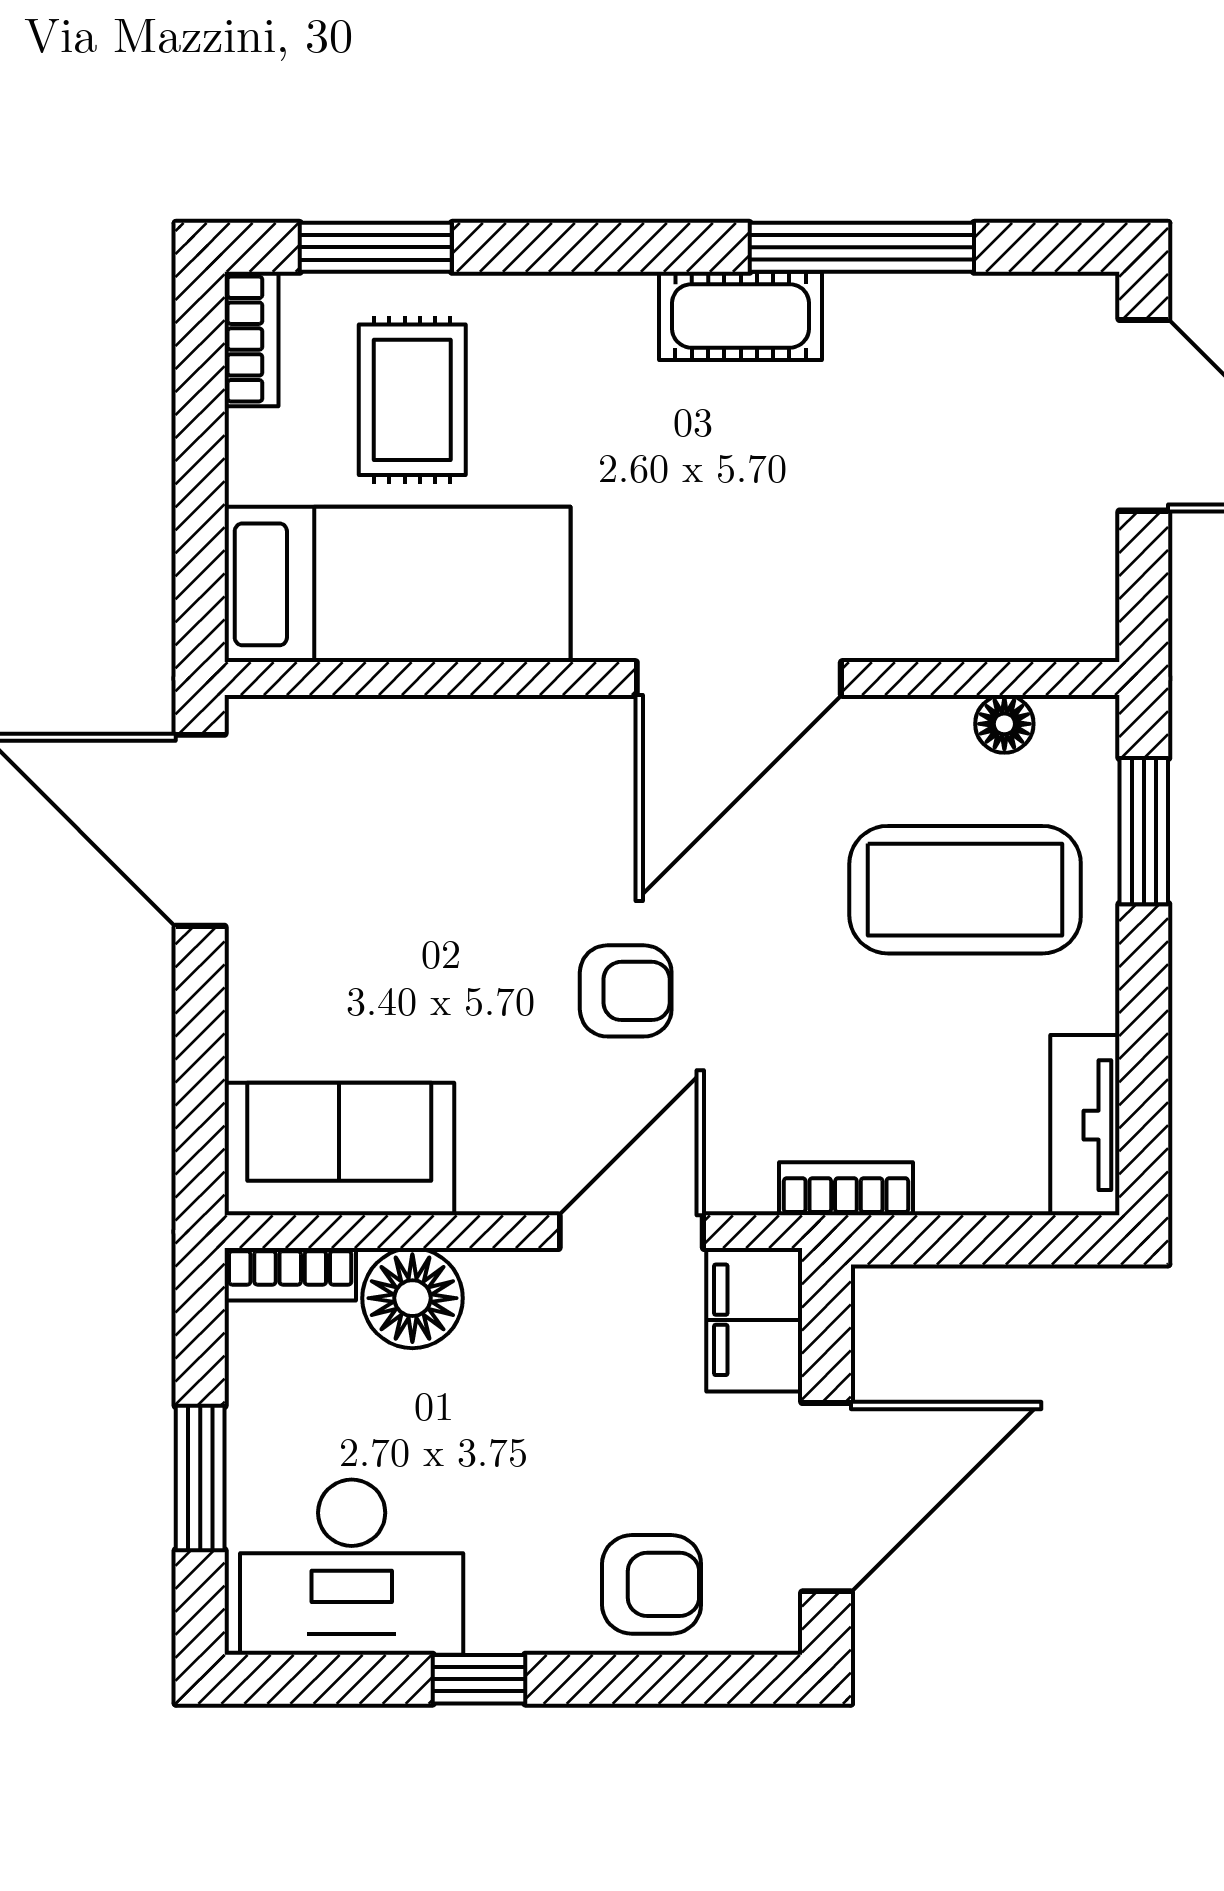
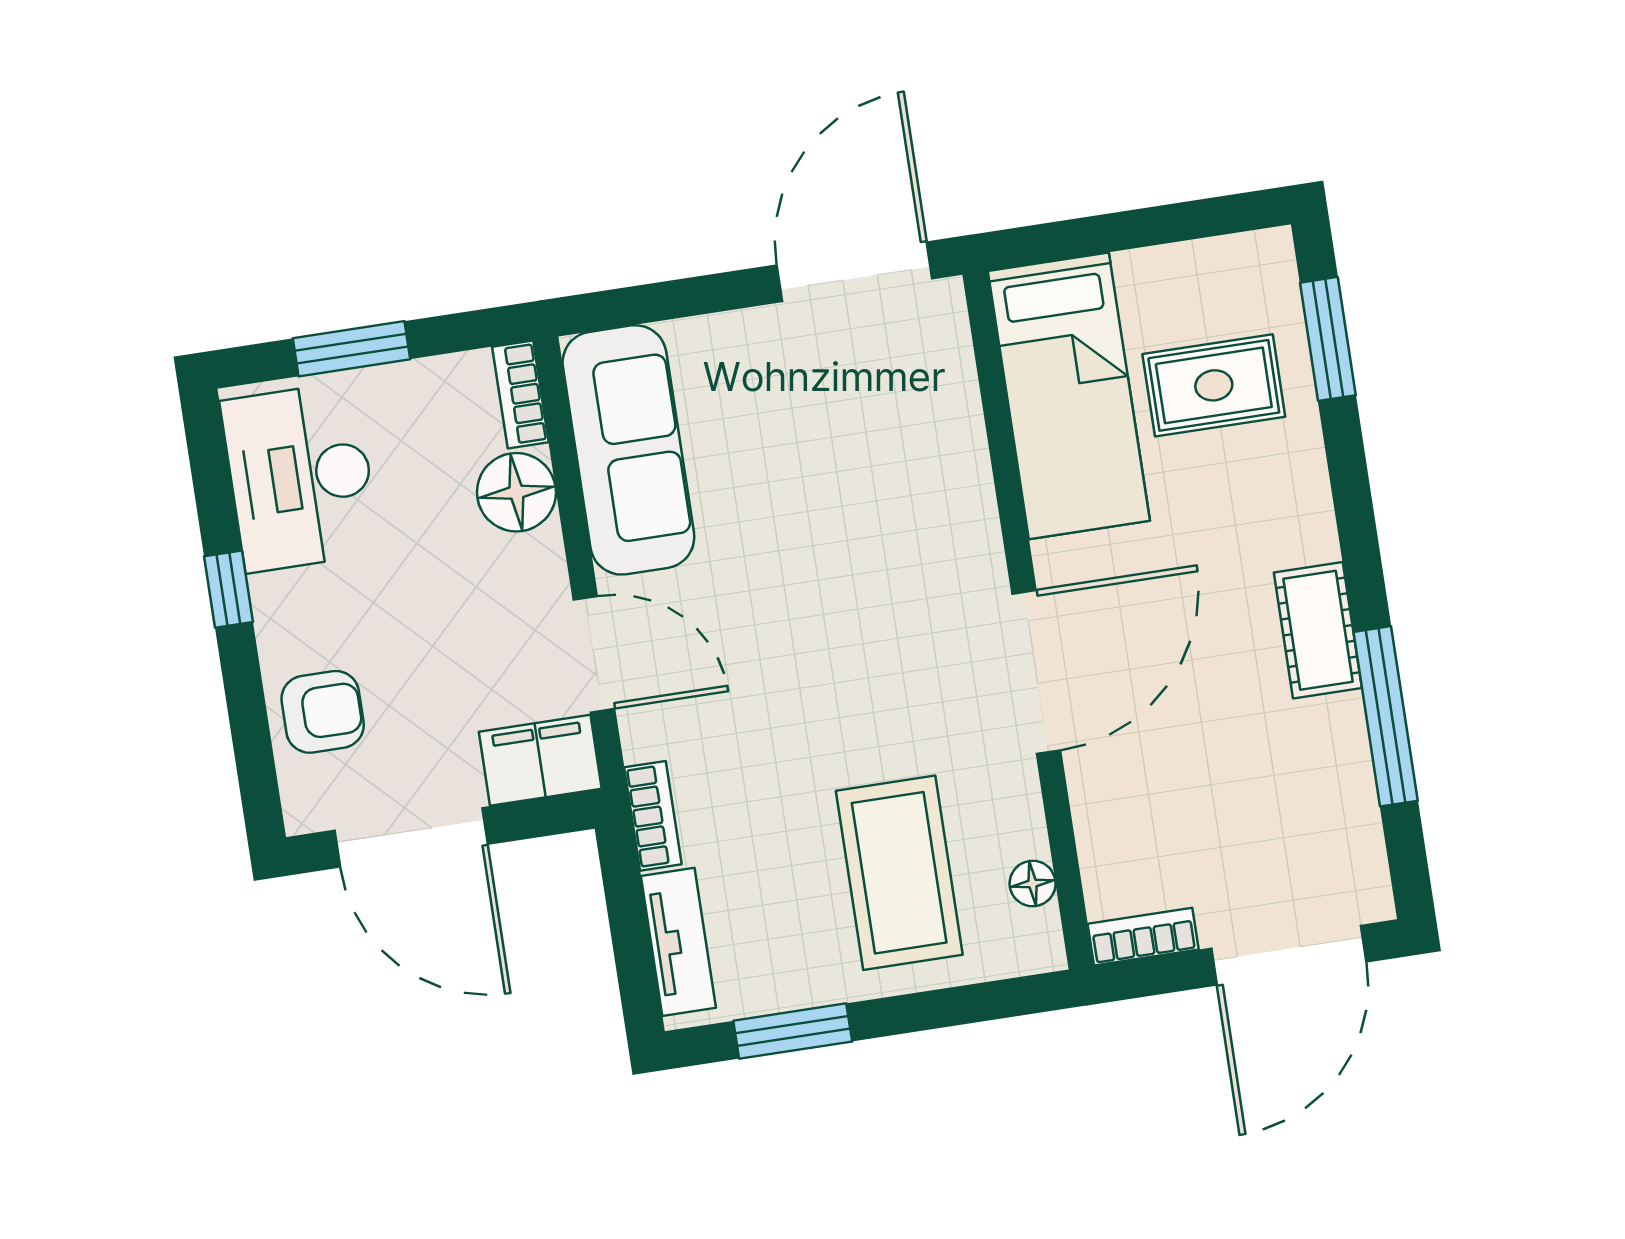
bookcase: (251, 339) -> (1143, 937), moved, turned 180
door: (739, 678) -> (1036, 672), swing flipped
window: (1144, 831) -> (793, 1031), moved
armchair: (626, 991) -> (780, 621), removed
tv unit: (1085, 1125) -> (678, 942), moved, turned 90
sofa: (339, 1149) -> (628, 450), width x1.36
armchair: (652, 1584) -> (323, 712), turned -90

